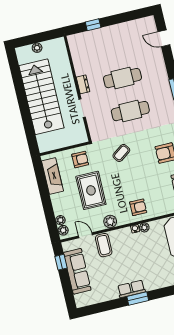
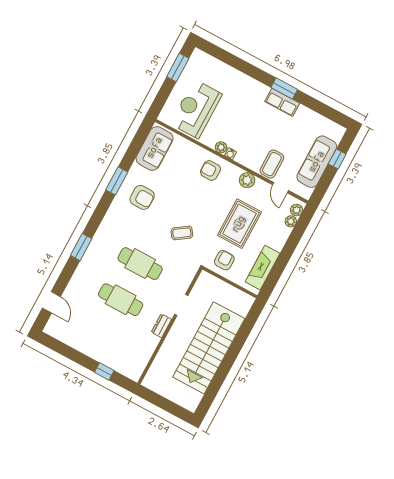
plant: (37, 48) -> (173, 396), removed
armchair: (80, 159) -> (224, 260), turned 90
window: (61, 262) -> (337, 159), moved

